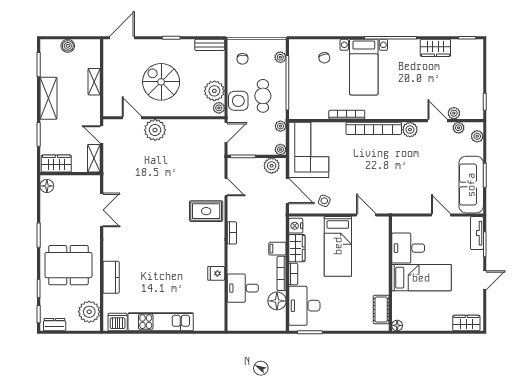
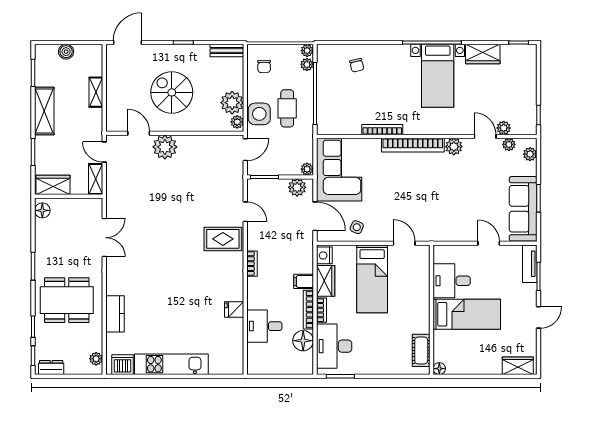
bed with nightstands: (364, 67) -> (438, 76), moved
plant: (280, 126) -> (307, 51), moved
plant: (89, 312) -> (96, 359), width x0.53, depth x0.53

